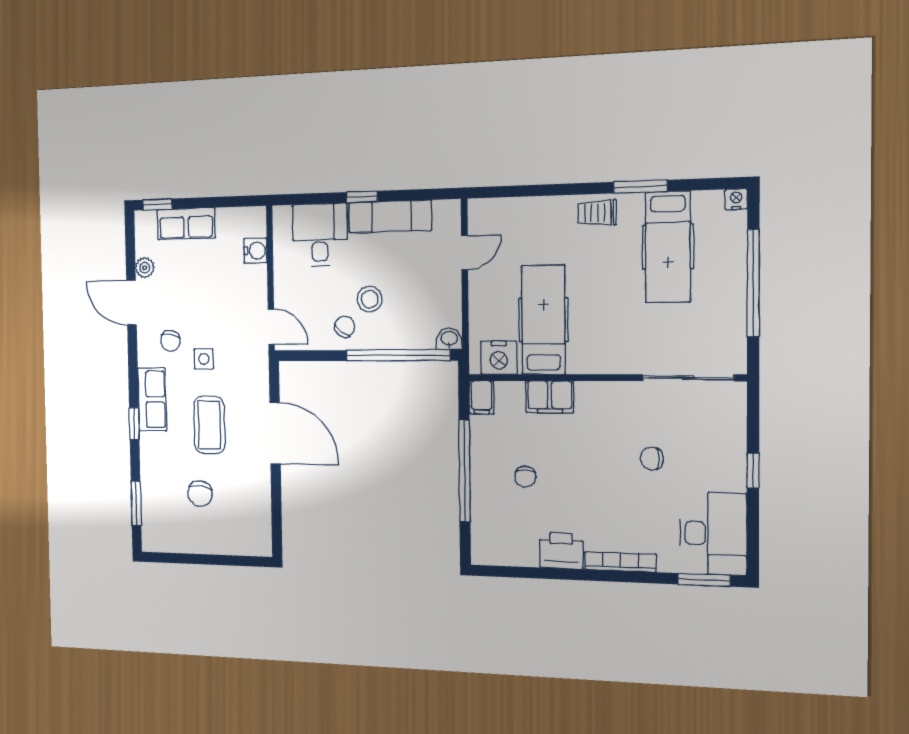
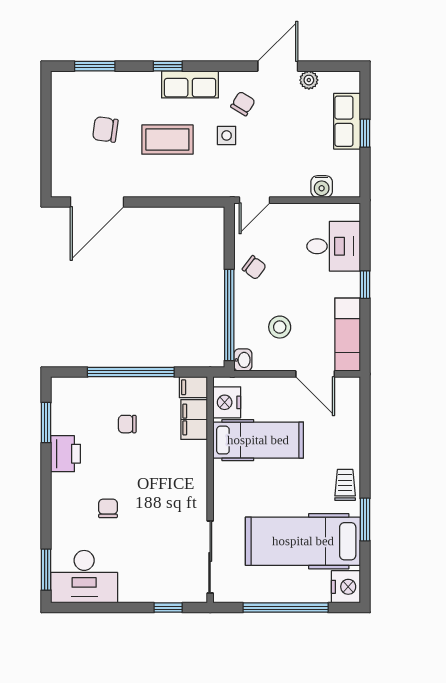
nightstand: (736, 199) -> (346, 587), width x1.89, depth x1.79
window: (157, 204) -> (365, 133), moved
exam couch: (390, 216) -> (348, 335), moved
hospital bed: (668, 247) -> (303, 541), width x1.37, depth x1.29
door: (465, 253) -> (315, 374), width x1.37
stool: (370, 299) -> (280, 327), moved
chair: (170, 341) -> (243, 104), turned 112
filing cabinet: (550, 397) -> (194, 420), moved
door: (275, 433) -> (97, 202), moved
chair: (652, 459) -> (108, 508), moved
window: (753, 470) -> (168, 608), moved
bookcase: (620, 562) -> (58, 503), removed
window: (524, 572) -> (46, 423), added

